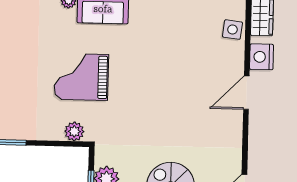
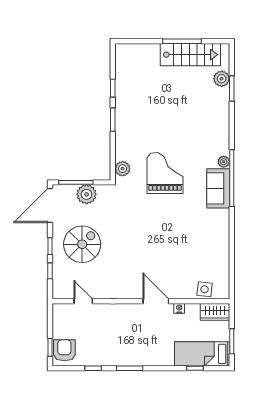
nightstand: (262, 57) -> (179, 308), width x0.53, depth x0.56

